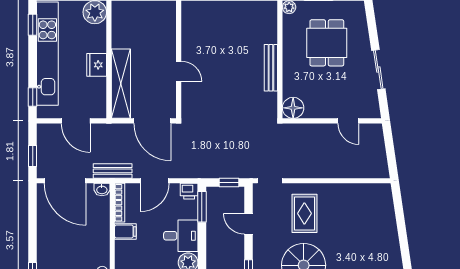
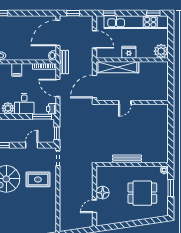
sliding door: (378, 70) -> (126, 225), removed
floor lamp: (293, 108) -> (103, 193), moved
door: (76, 121) -> (95, 39), swing flipped
filing cabinet: (125, 232) -> (17, 70), moved

